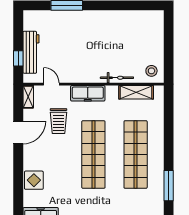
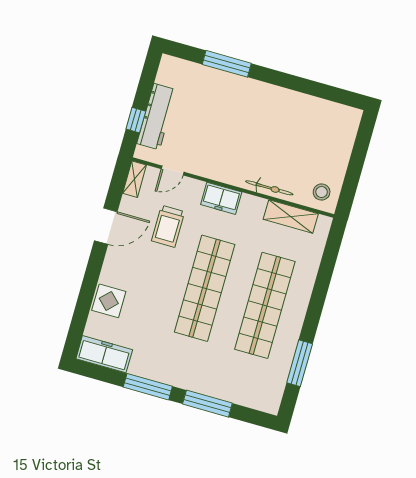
door: (51, 84) -> (173, 170), swing flipped
freezer: (88, 93) -> (221, 198), width x0.71

